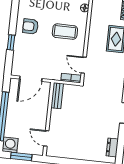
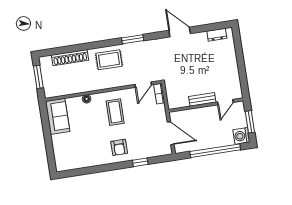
bench: (57, 96) -> (202, 99), moved

